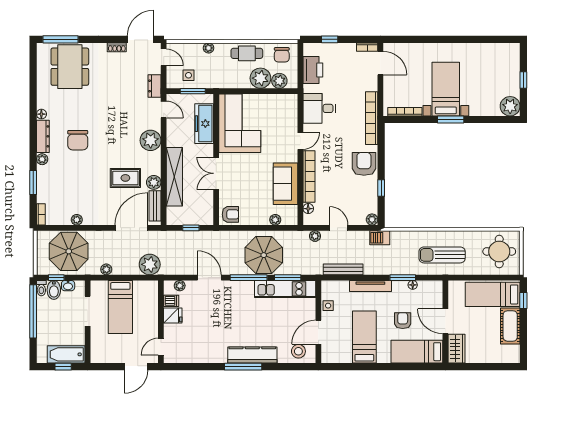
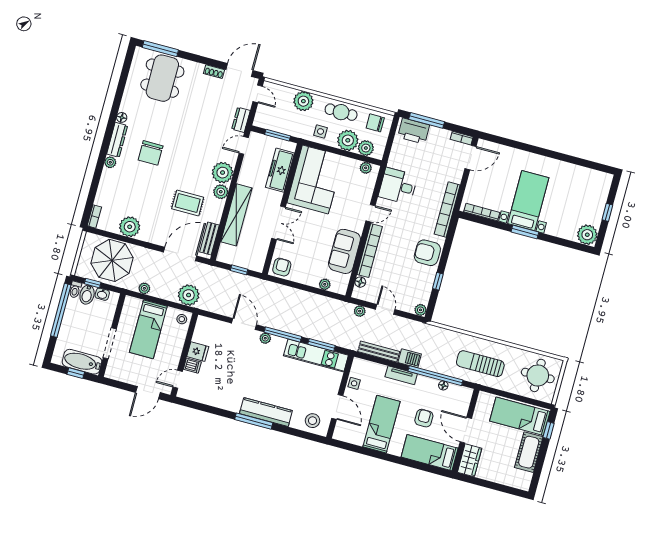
window: (330, 39) -> (427, 120), width x2.17
plant: (209, 48) -> (303, 101), width x1.88, depth x1.88
chair: (282, 55) -> (375, 123), turned 90
door: (380, 63) -> (471, 157), hinge flipped
printer: (313, 70) -> (414, 131), moved, turned 90
side table: (189, 75) -> (321, 131), moved
plant: (284, 100) -> (366, 168), added
door: (164, 109) -> (244, 145), swing flipped
armchair: (364, 164) -> (427, 253), turned -90
double door: (216, 173) -> (279, 223), swing flipped
window: (33, 182) -> (95, 183), removed
plant: (154, 182) -> (221, 192), moved
armchair: (230, 214) -> (282, 267), turned -90
plant: (77, 220) -> (130, 227), width x1.88, depth x1.88
barbecue: (380, 238) -> (410, 358), moved, turned 180
parasol: (264, 255) -> (304, 316), removed
window: (403, 278) -> (435, 376), width x2.11
plant: (180, 286) -> (265, 338), moved
tv unit: (370, 286) -> (401, 375), width x0.71
stool: (149, 289) -> (182, 319), added
dishwasher: (171, 301) -> (192, 366), moved
doorway: (88, 311) -> (110, 343), moved
door: (318, 332) -> (337, 407), swing flipped

